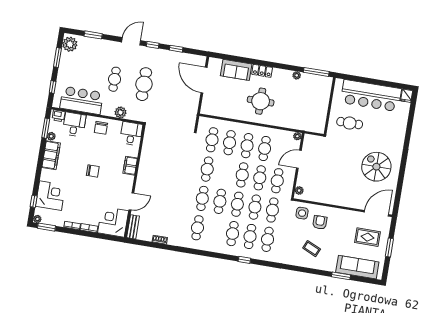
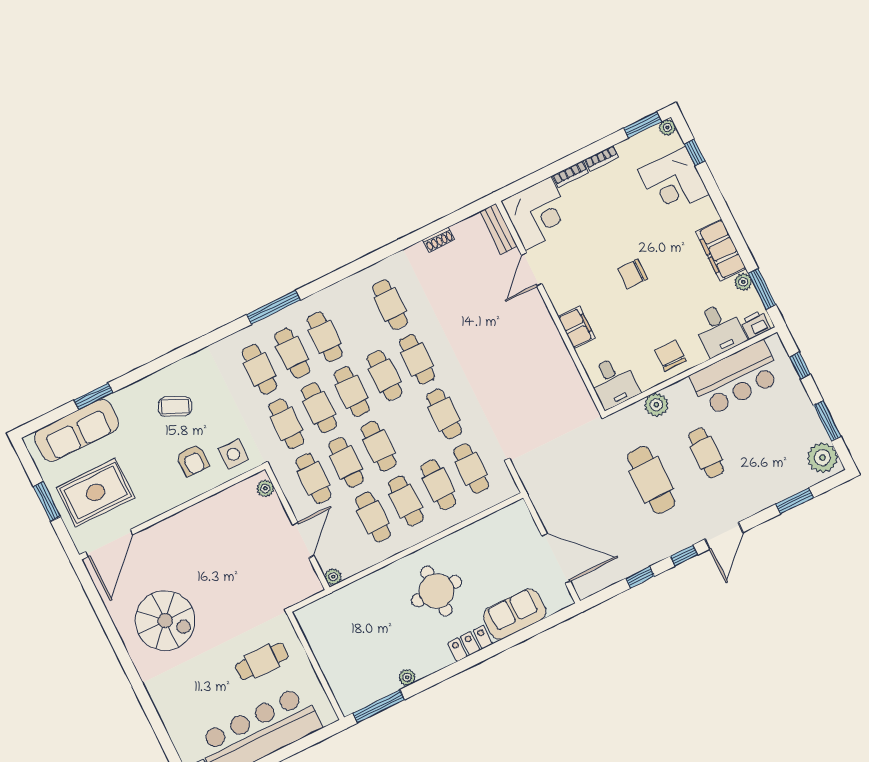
rug: (368, 237) -> (96, 493), width x1.36, depth x1.43
window: (244, 260) -> (274, 307), width x2.17

